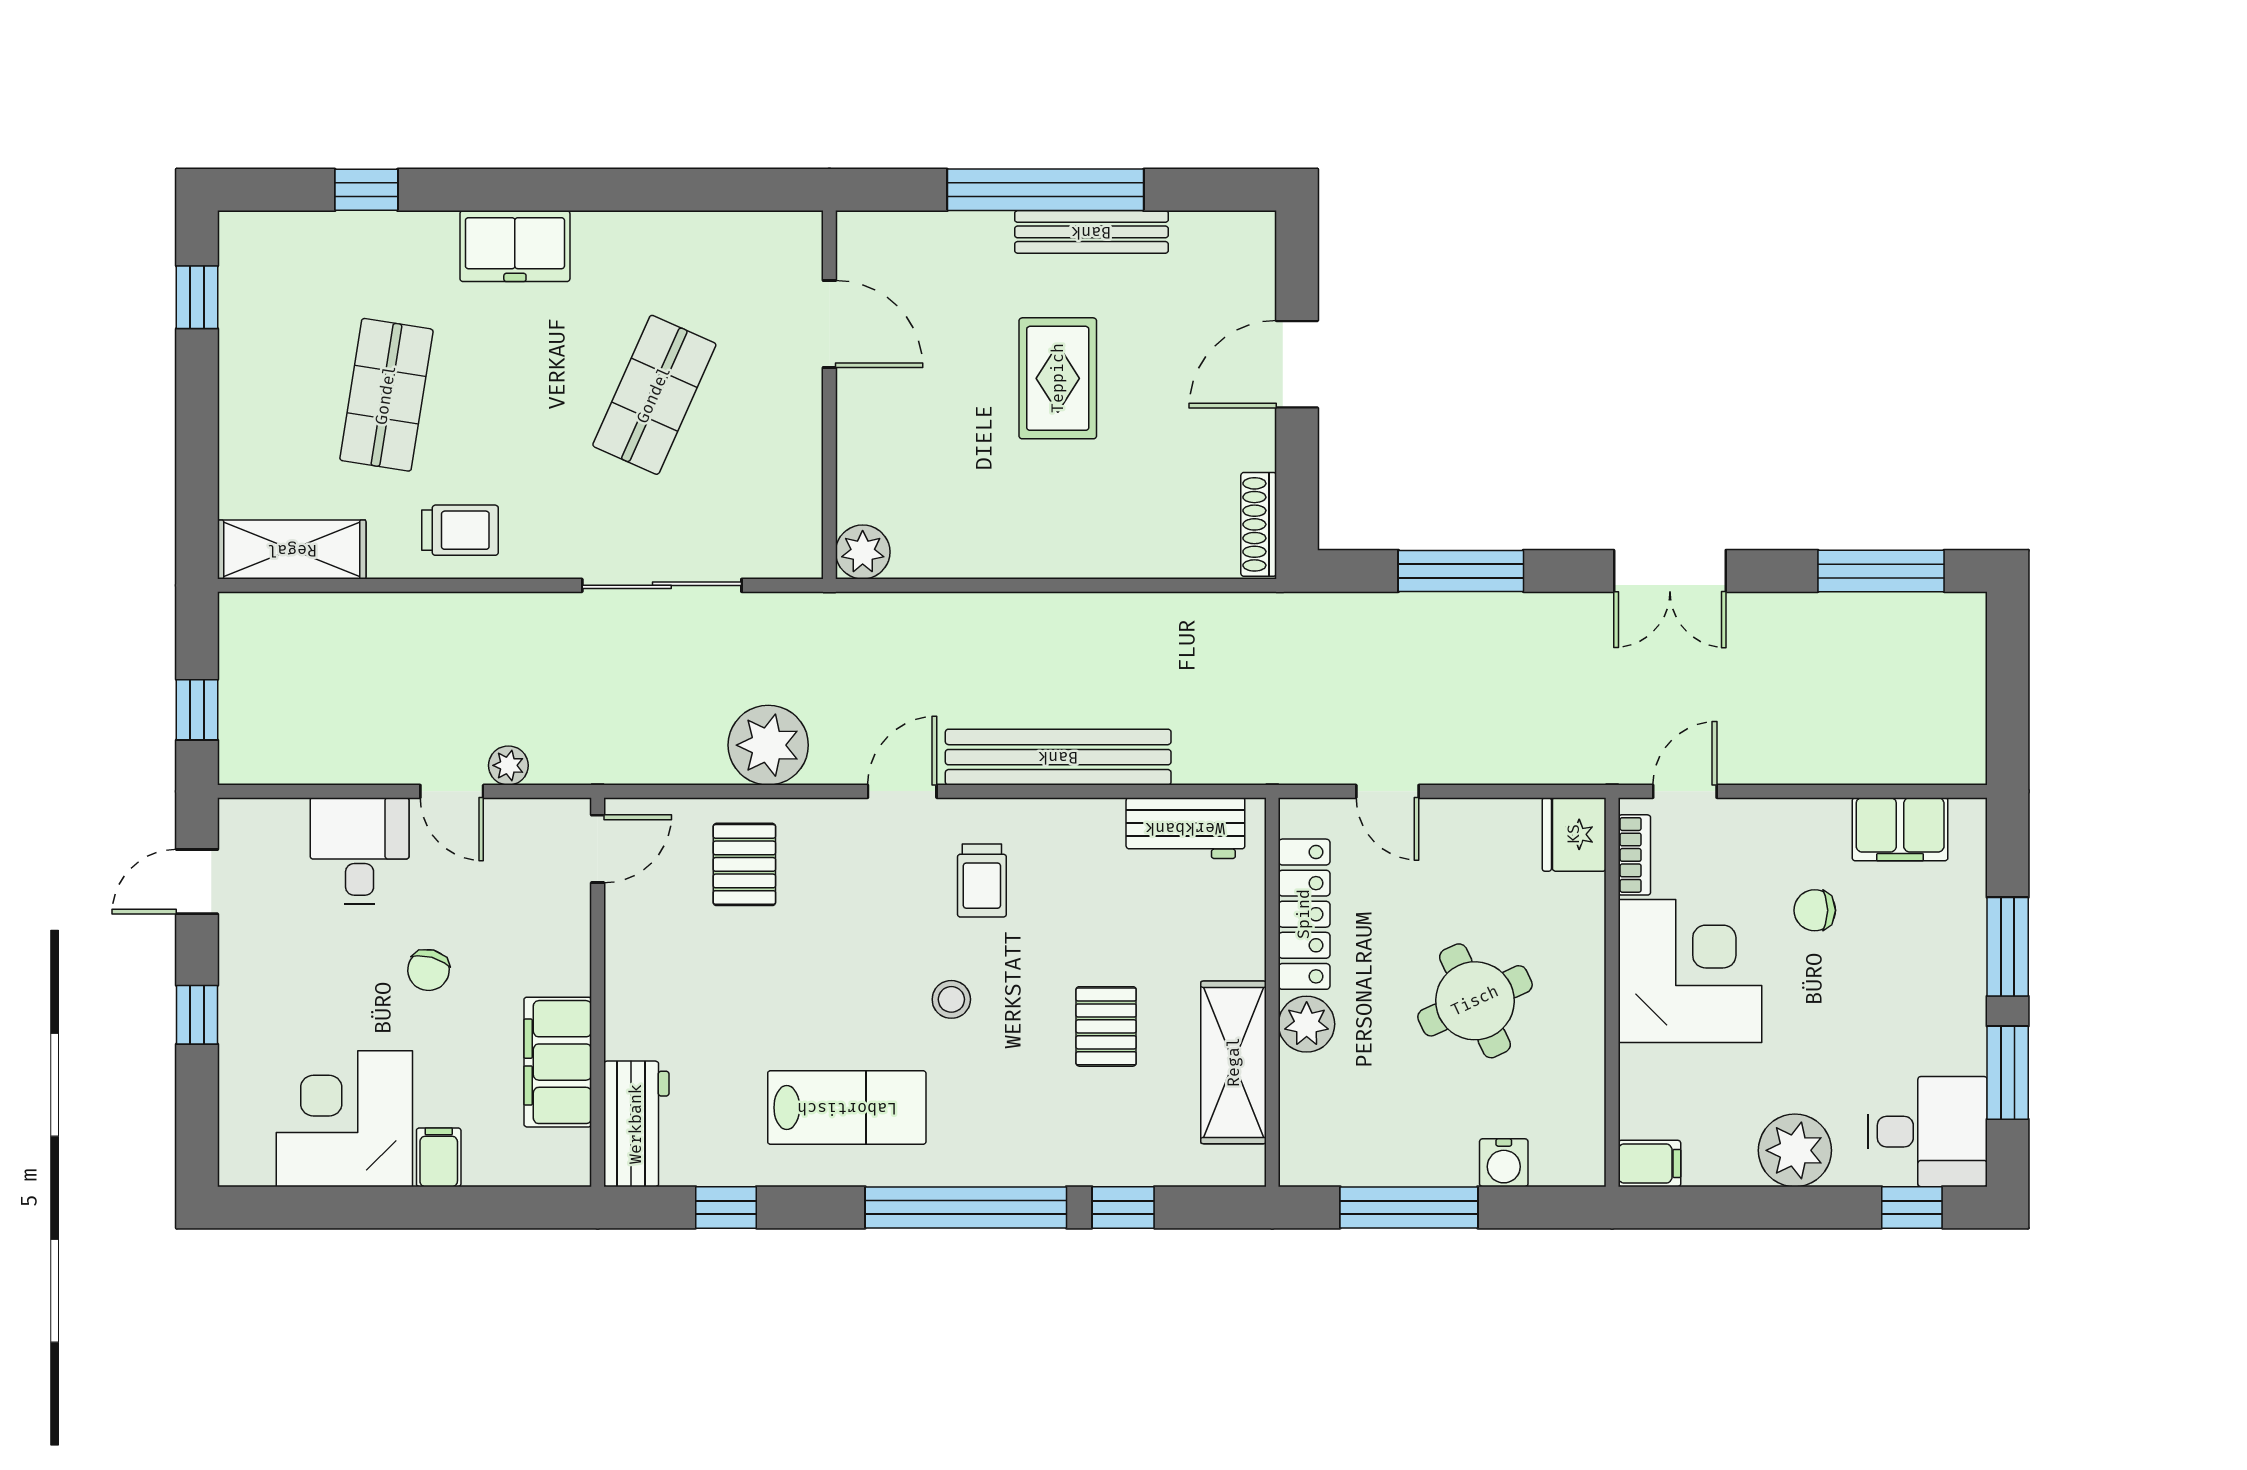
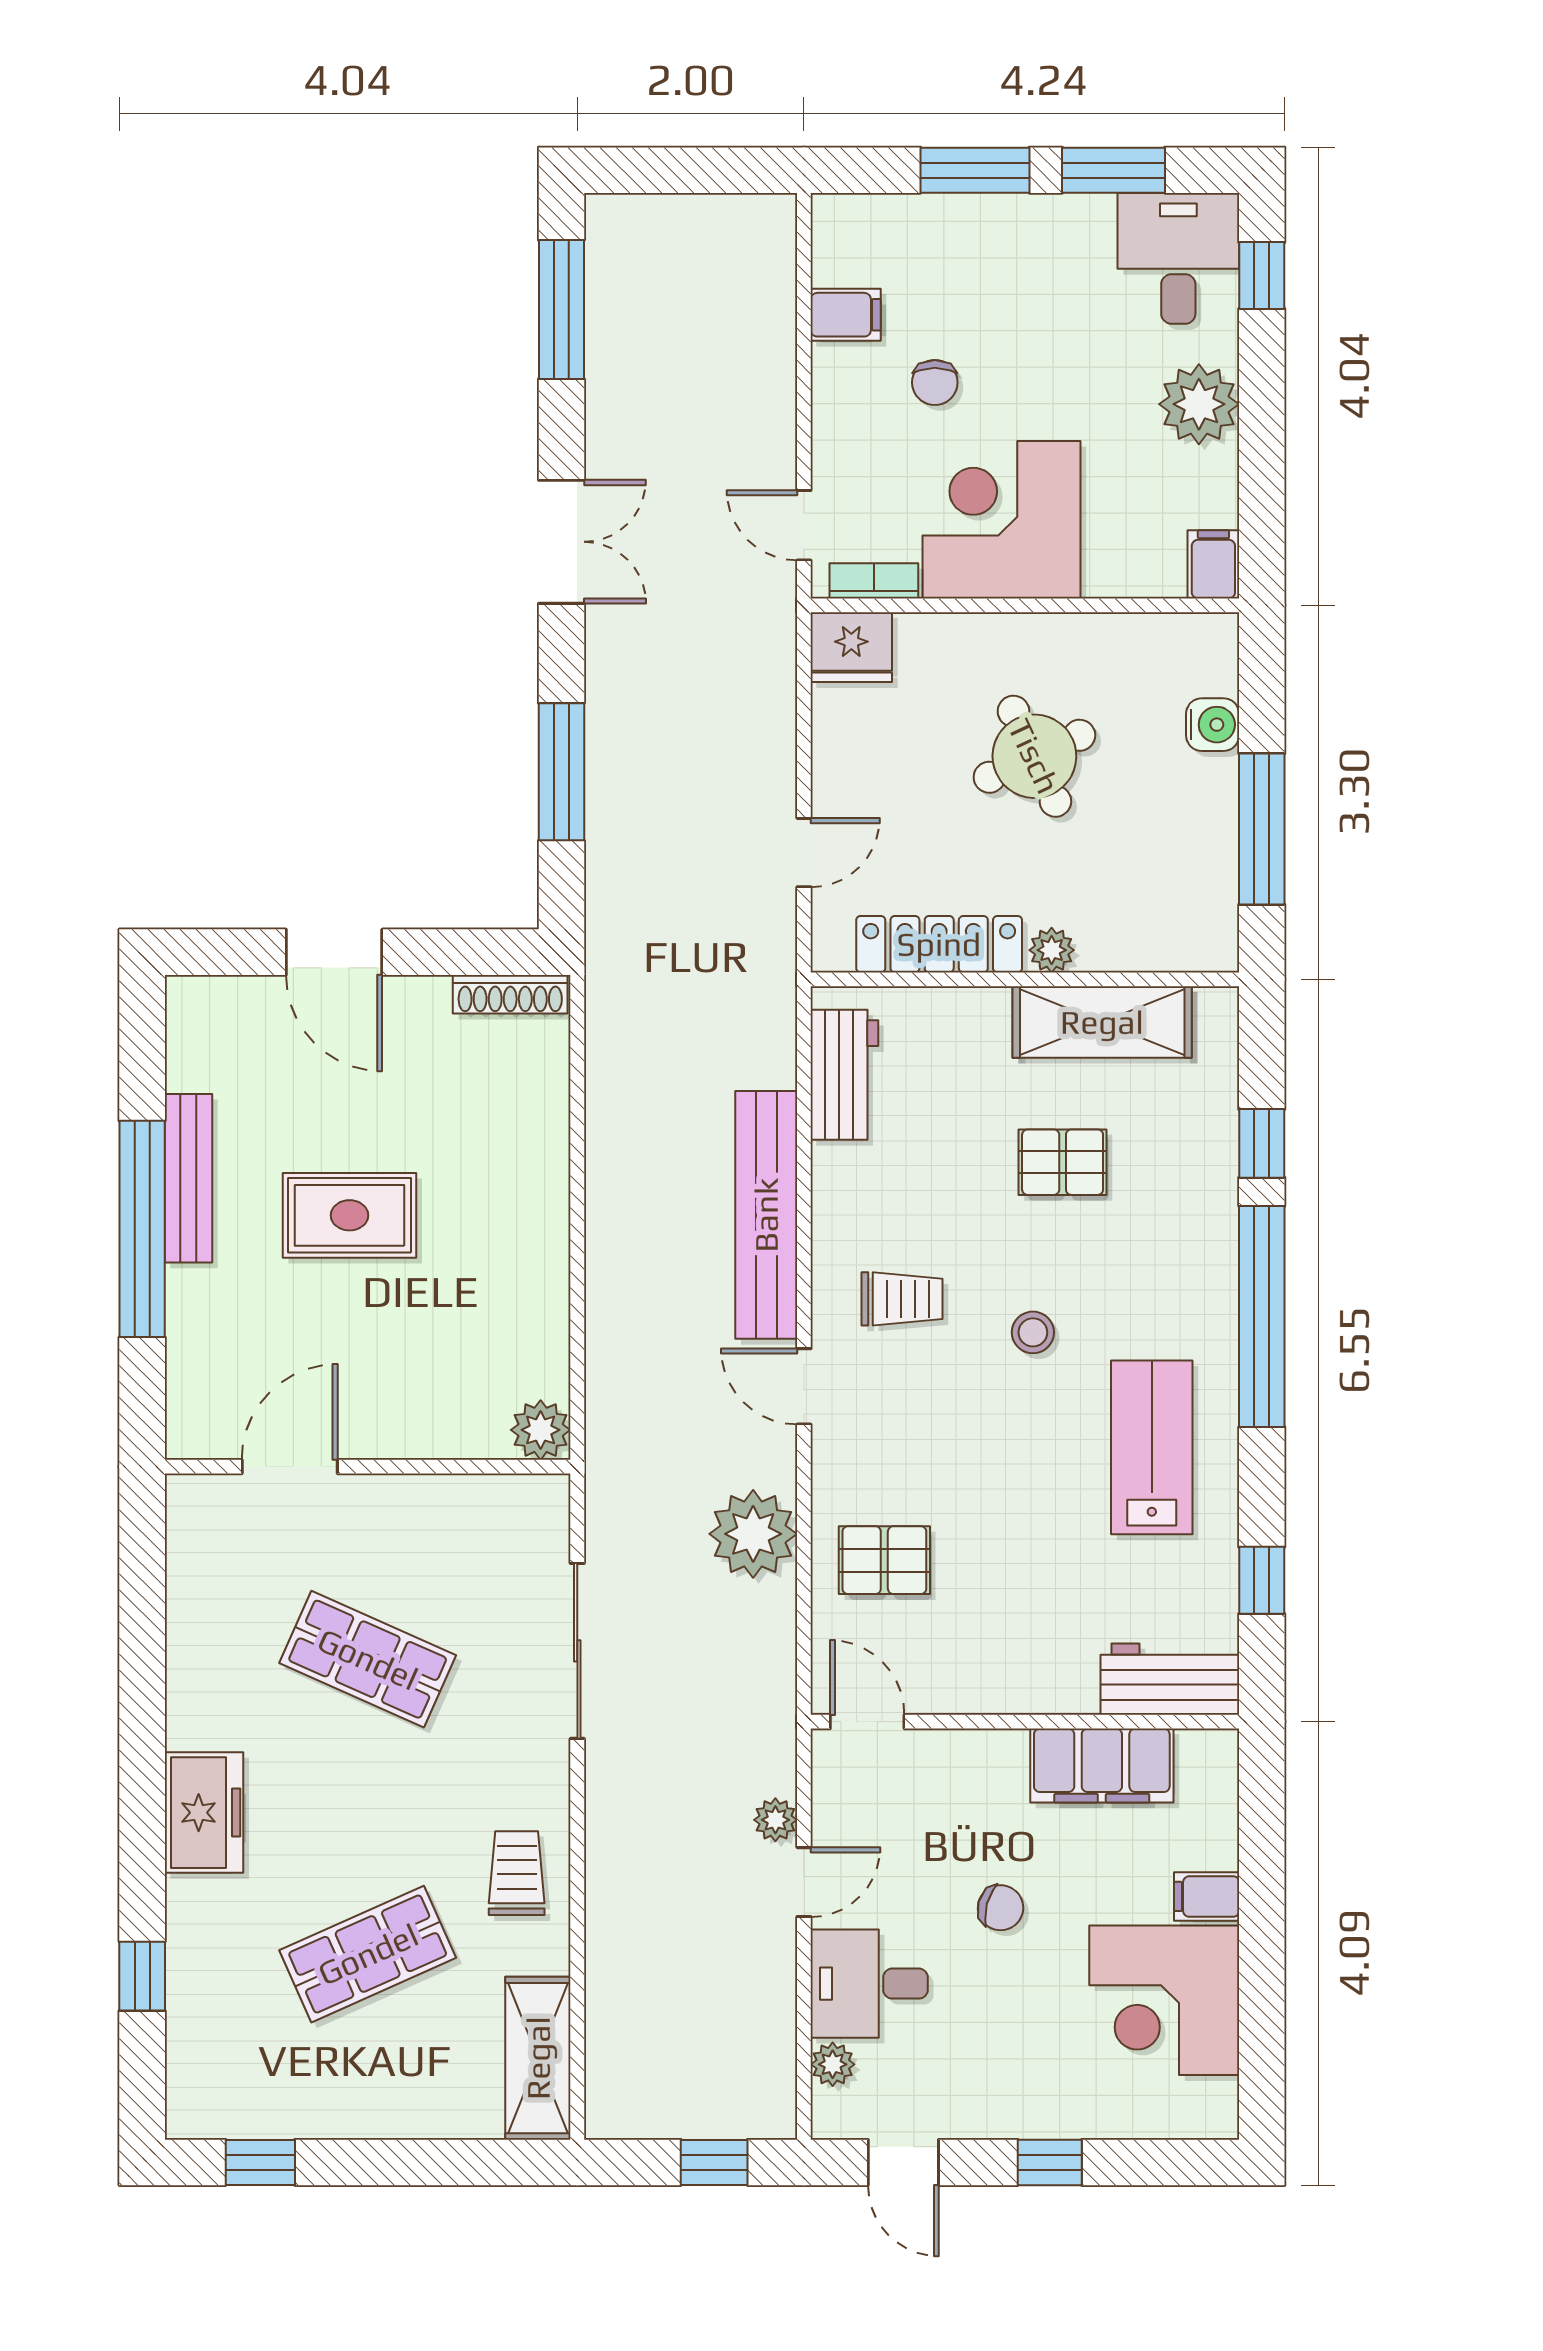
shop shelf: (386, 395) -> (368, 1954), turned -33
plant: (286, 817) -> (833, 2064), added
filing cabinet: (1900, 829) -> (846, 315), width x0.50
plant: (1307, 1024) -> (1052, 950), width x0.73, depth x0.73

